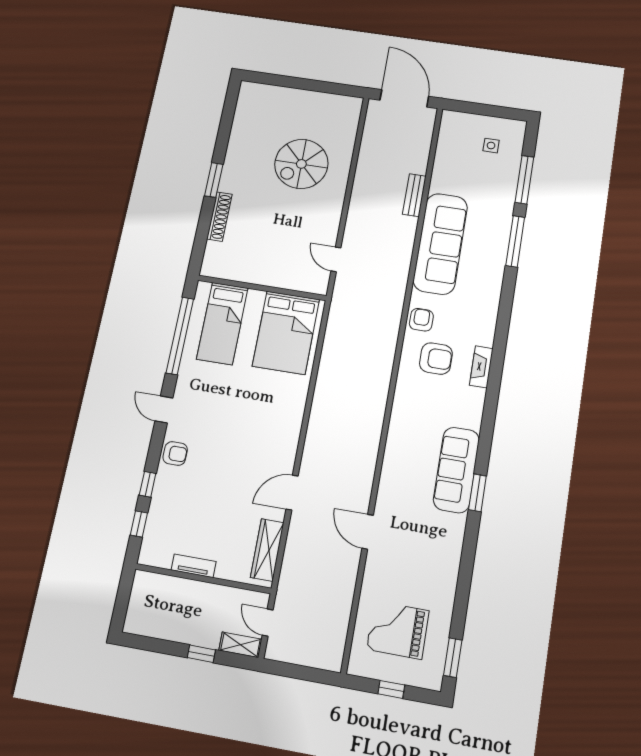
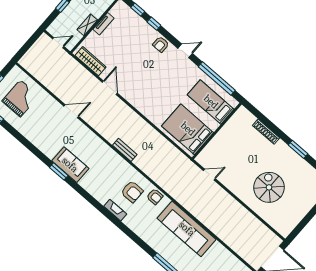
window: (214, 180) -> (298, 149), moved
bench: (414, 195) -> (125, 150), moved
armchair: (436, 359) -> (132, 192), turned -90
sofa: (456, 470) -> (70, 165), width x0.73
shelving: (240, 645) -> (87, 25), moved

